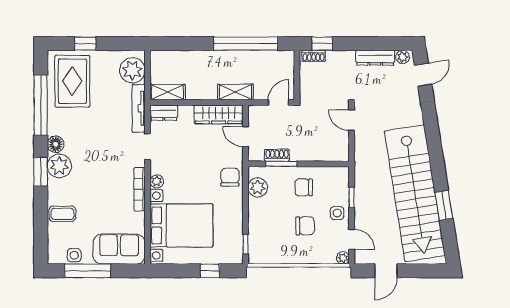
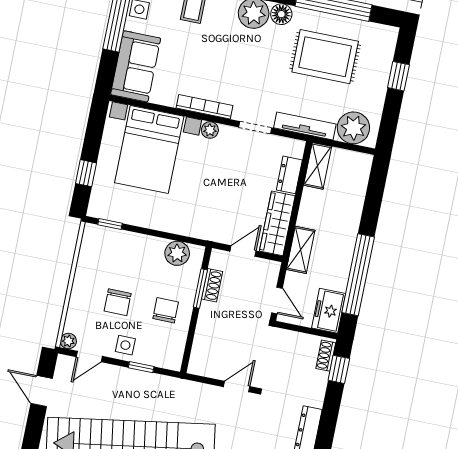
freezer: (278, 61) -> (329, 311), added
rug: (72, 81) -> (325, 57), moved
dresser: (164, 113) -> (289, 175), moved
chair: (230, 177) -> (197, 222), removed

